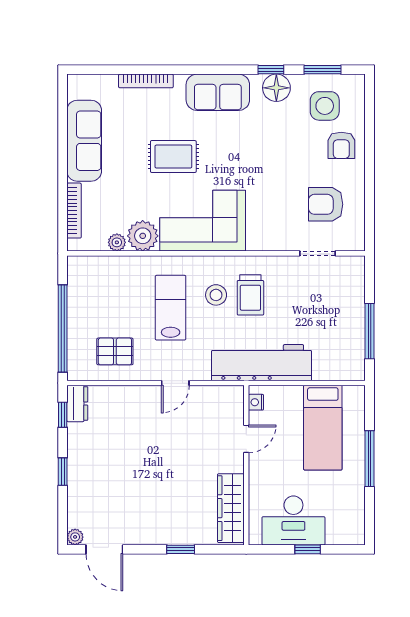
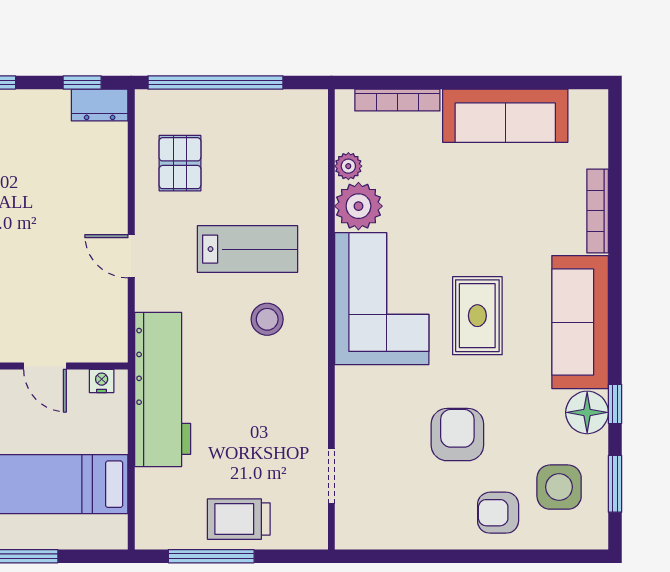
sofa: (218, 92) -> (580, 322), width x1.36
rug: (173, 157) -> (477, 316), moved
armchair: (326, 204) -> (457, 435), moved
trolley: (250, 295) -> (239, 519), moved

